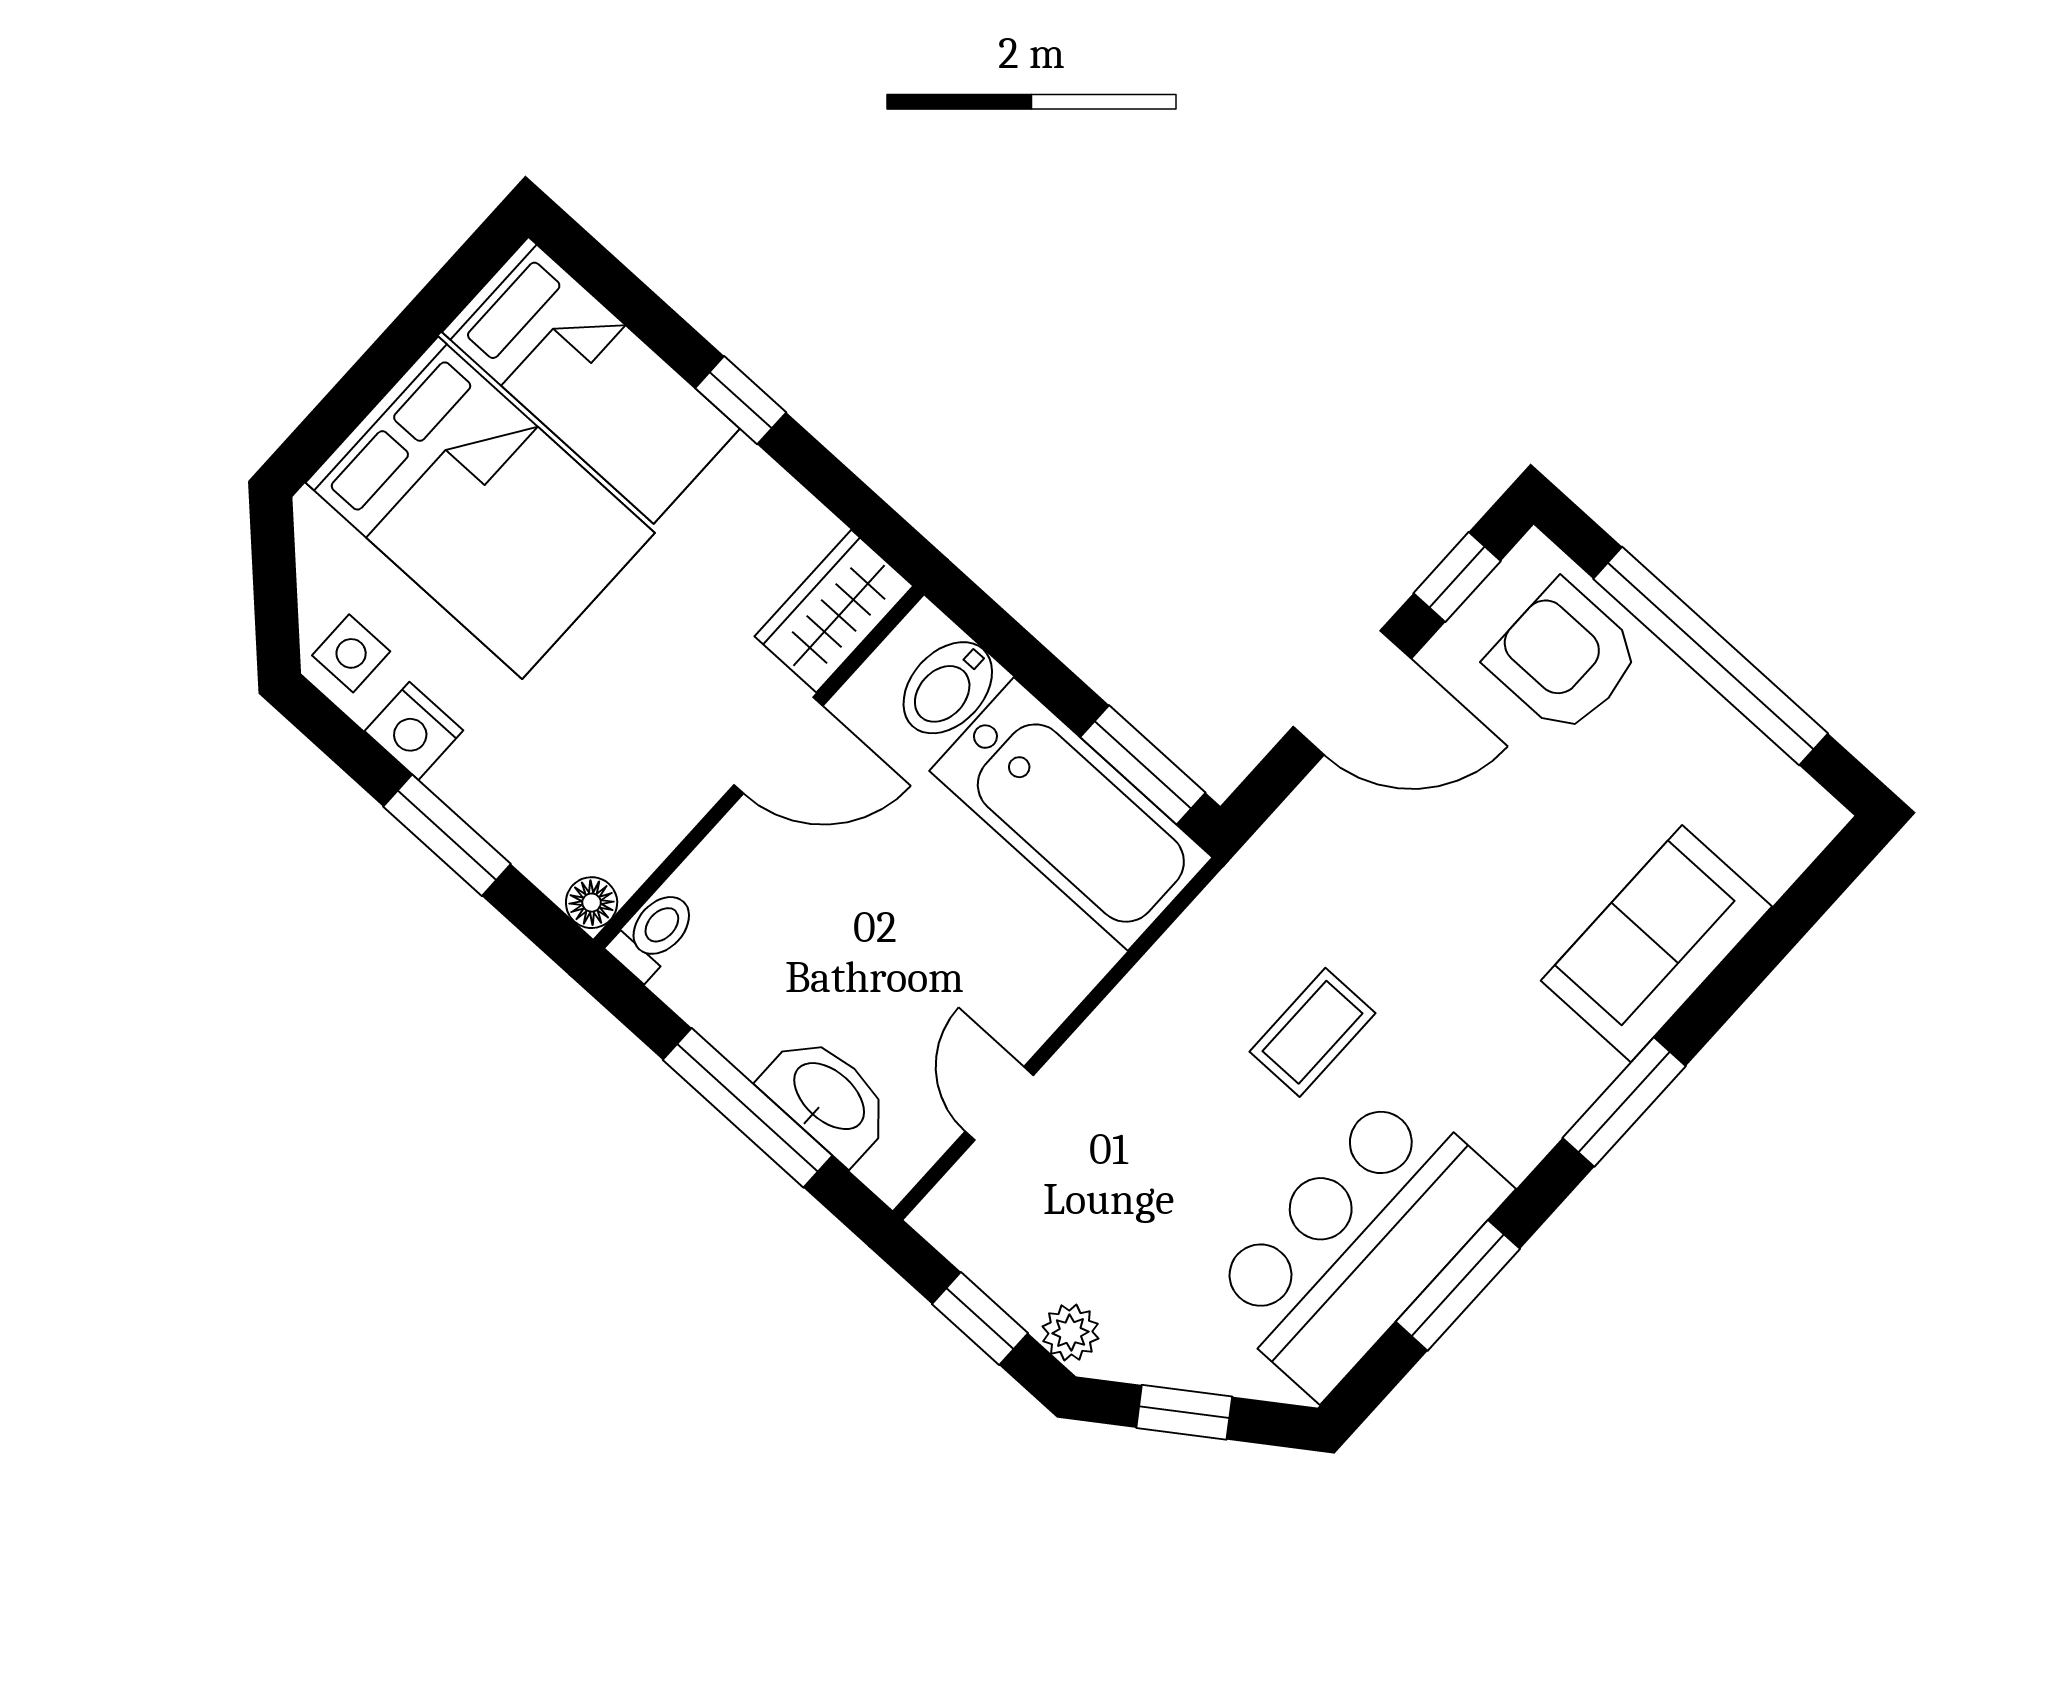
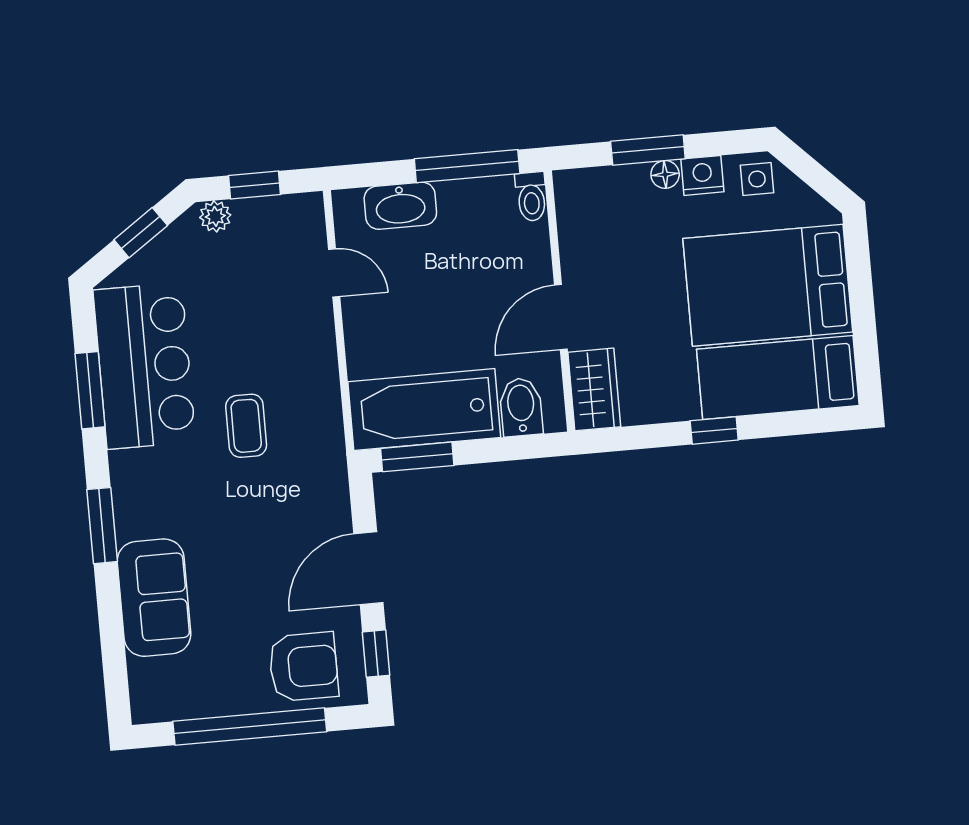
floor lamp: (592, 903) -> (665, 174), moved
window: (748, 1108) -> (467, 166), moved

